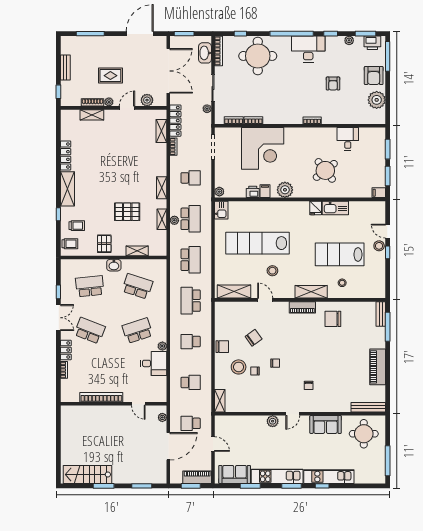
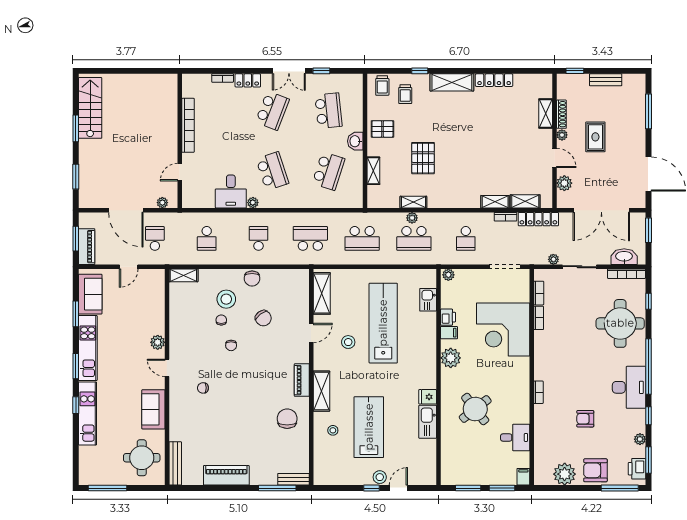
shelving: (162, 188) -> (495, 202), moved
filing cabinet: (379, 193) -> (523, 477), moved
kitchen sink: (221, 210) -> (428, 300), moved, turned 90

